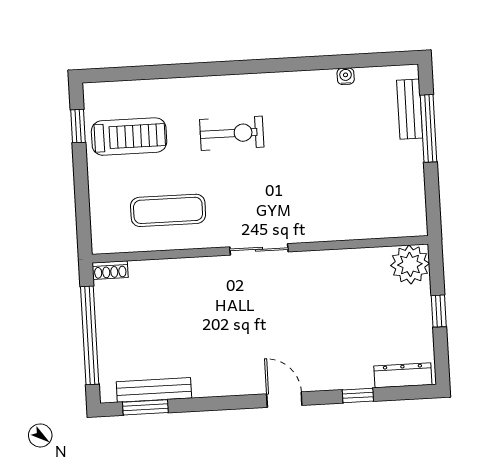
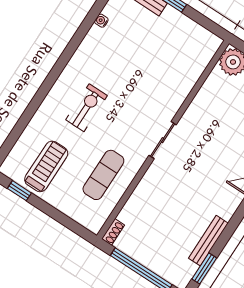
bench: (154, 390) -> (208, 241), moved

